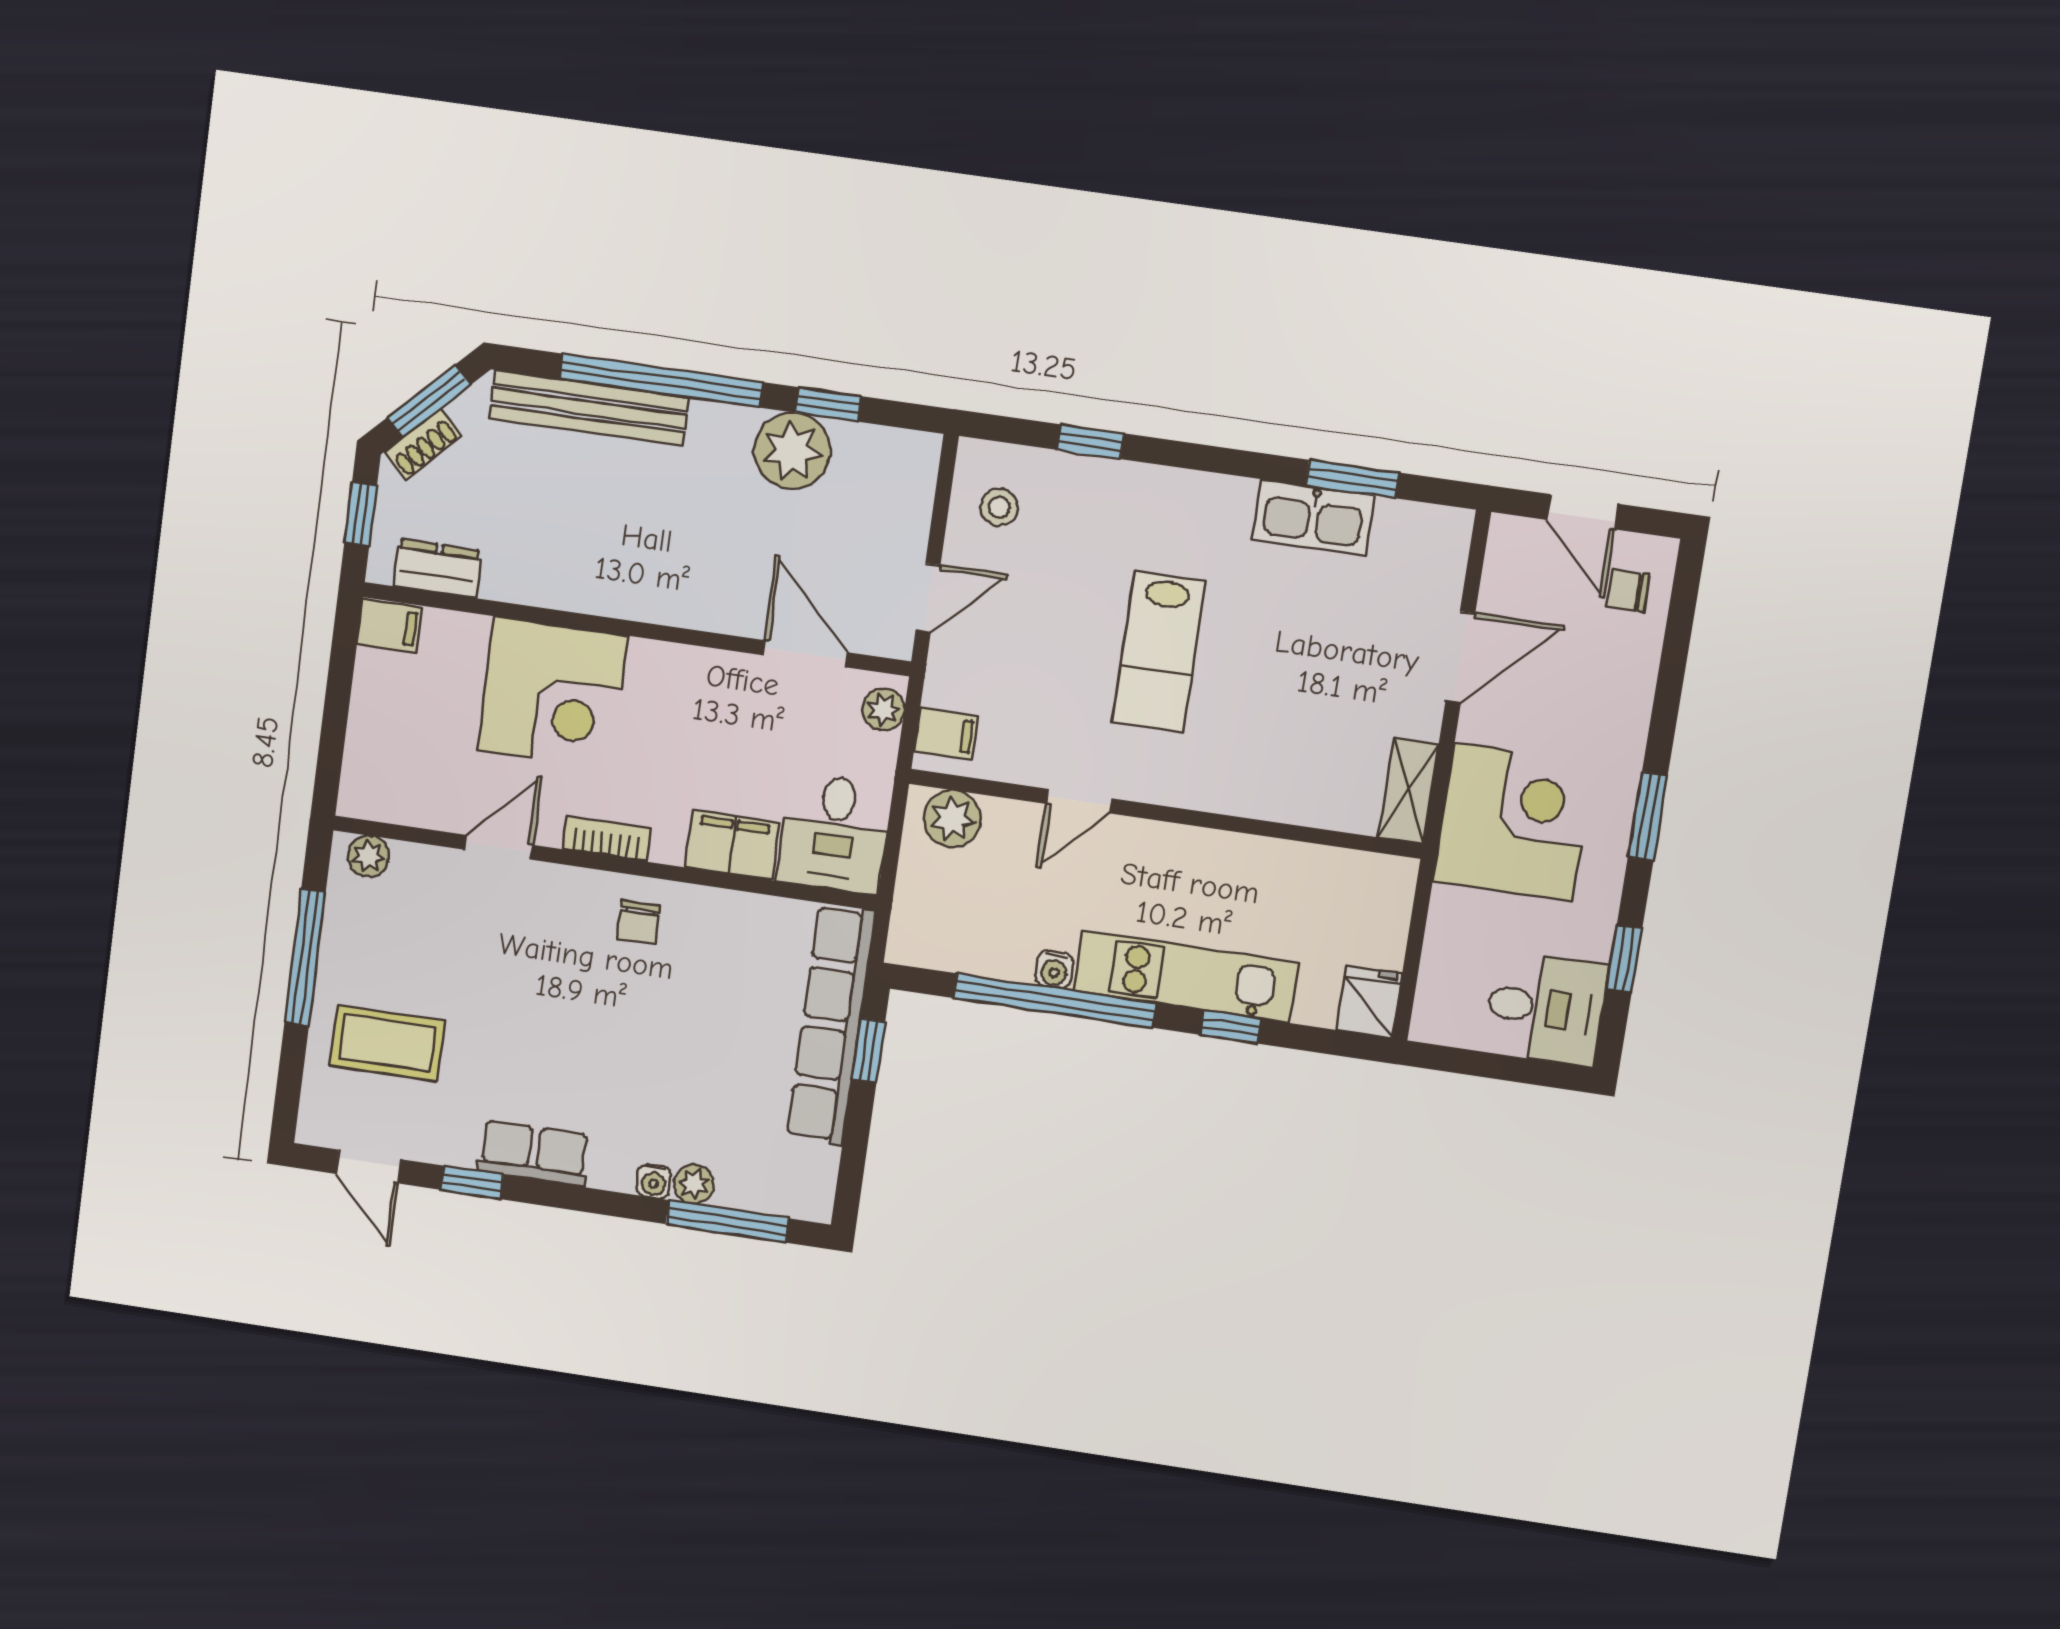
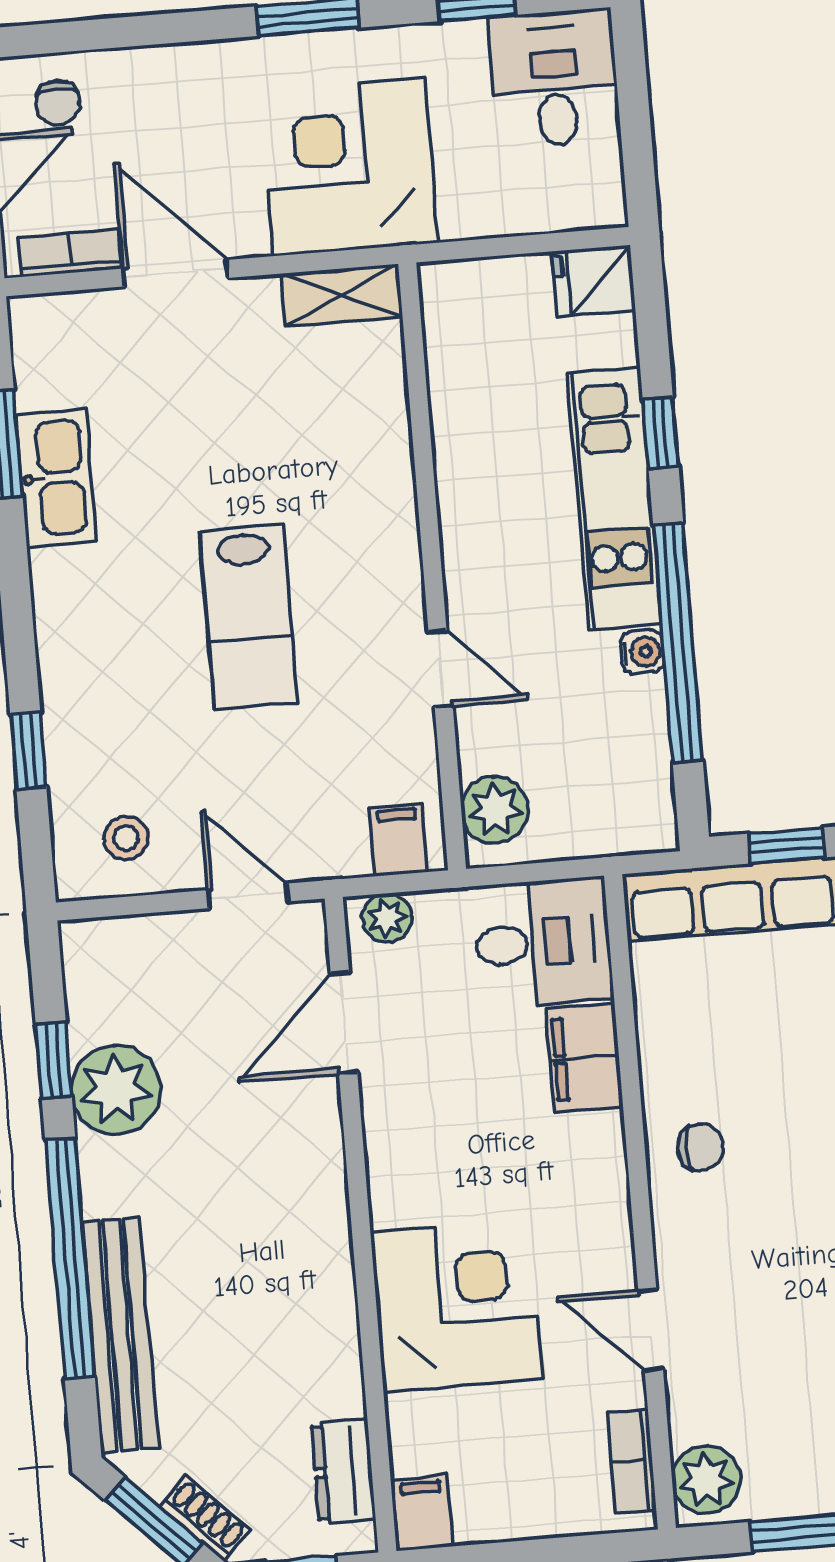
bookcase: (1499, 572) -> (70, 253), added
lab bench: (1159, 652) -> (249, 617), turned 90
bookcase: (607, 839) -> (632, 1461), moved
plant: (368, 856) -> (706, 1480), width x1.38, depth x1.38

